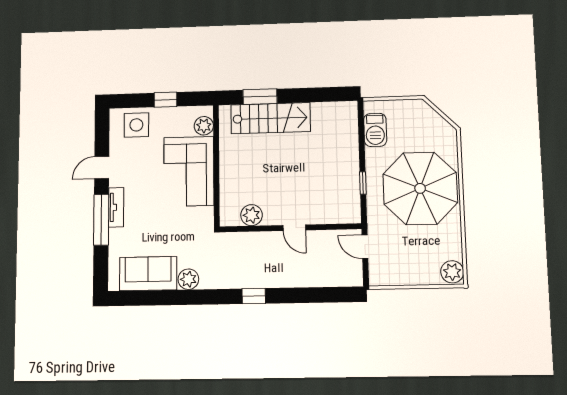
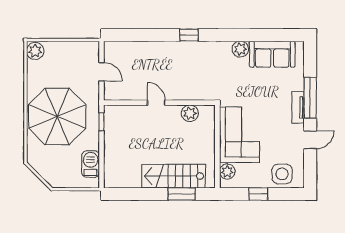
plant: (252, 215) -> (190, 113), moved
wall: (290, 228) -> (159, 103), moved
door: (294, 228) -> (156, 103), moved

